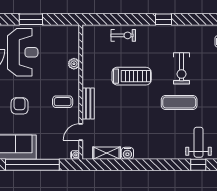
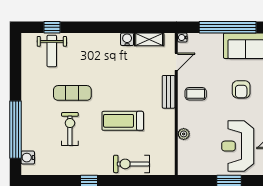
exercise bike: (123, 35) -> (131, 164), width x1.38, depth x1.39

